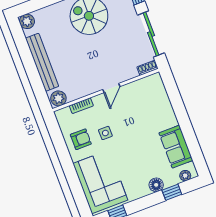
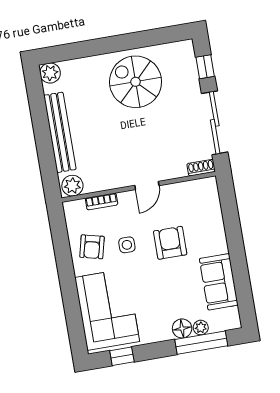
armchair: (136, 126) -> (170, 243), added
armchair: (81, 139) -> (92, 247), turned 104
plant: (185, 176) -> (201, 328), moved
window: (172, 192) -> (201, 343), width x2.17

